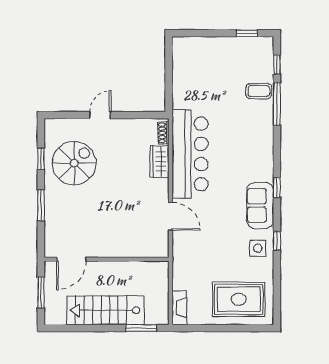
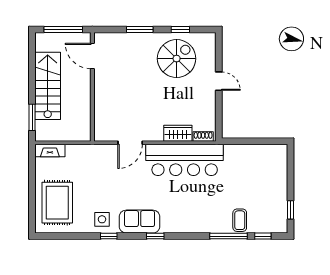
spiral stairs: (74, 163) -> (177, 59), turned -90
window: (41, 292) -> (63, 29), width x1.44

